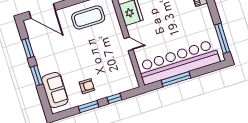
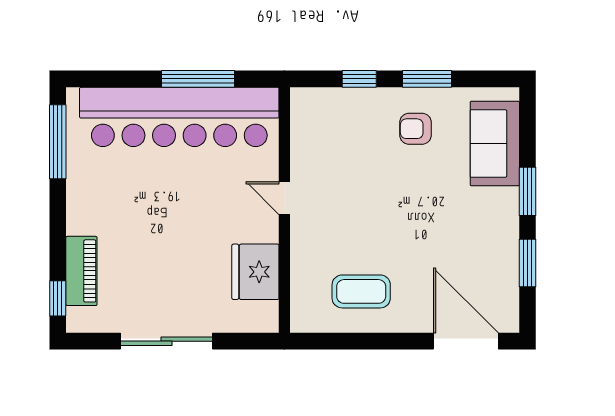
coffee table: (88, 17) -> (361, 291), width x0.73, depth x0.76

